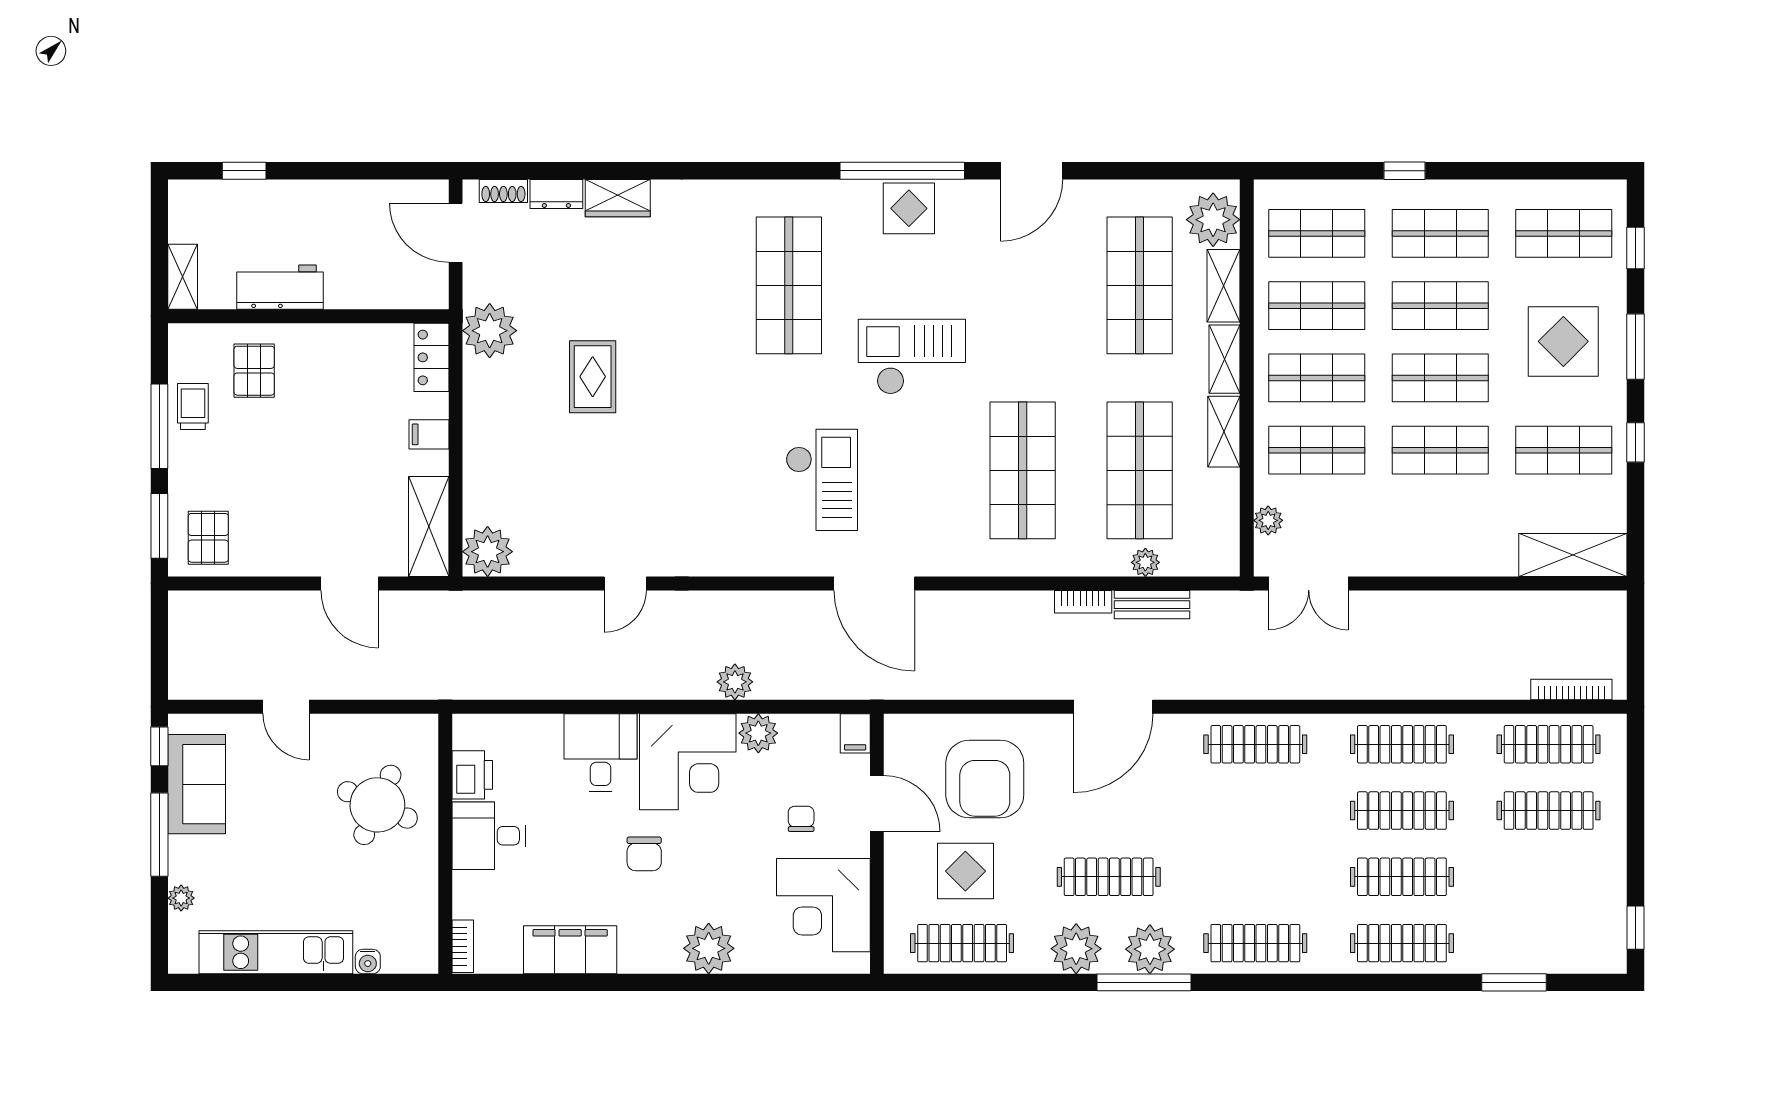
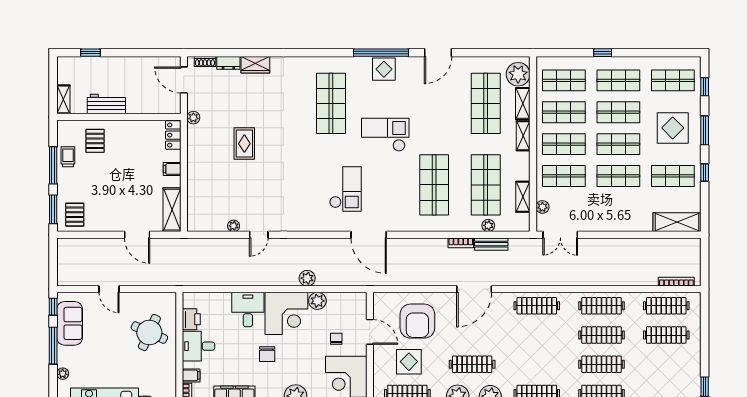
plant: (490, 331) -> (193, 118), width x0.53, depth x0.53
shelving: (1224, 432) -> (523, 197), moved
plant: (488, 552) -> (234, 226), moved, width x0.53, depth x0.53
filing cabinet: (855, 733) -> (191, 375), moved, turned -90

